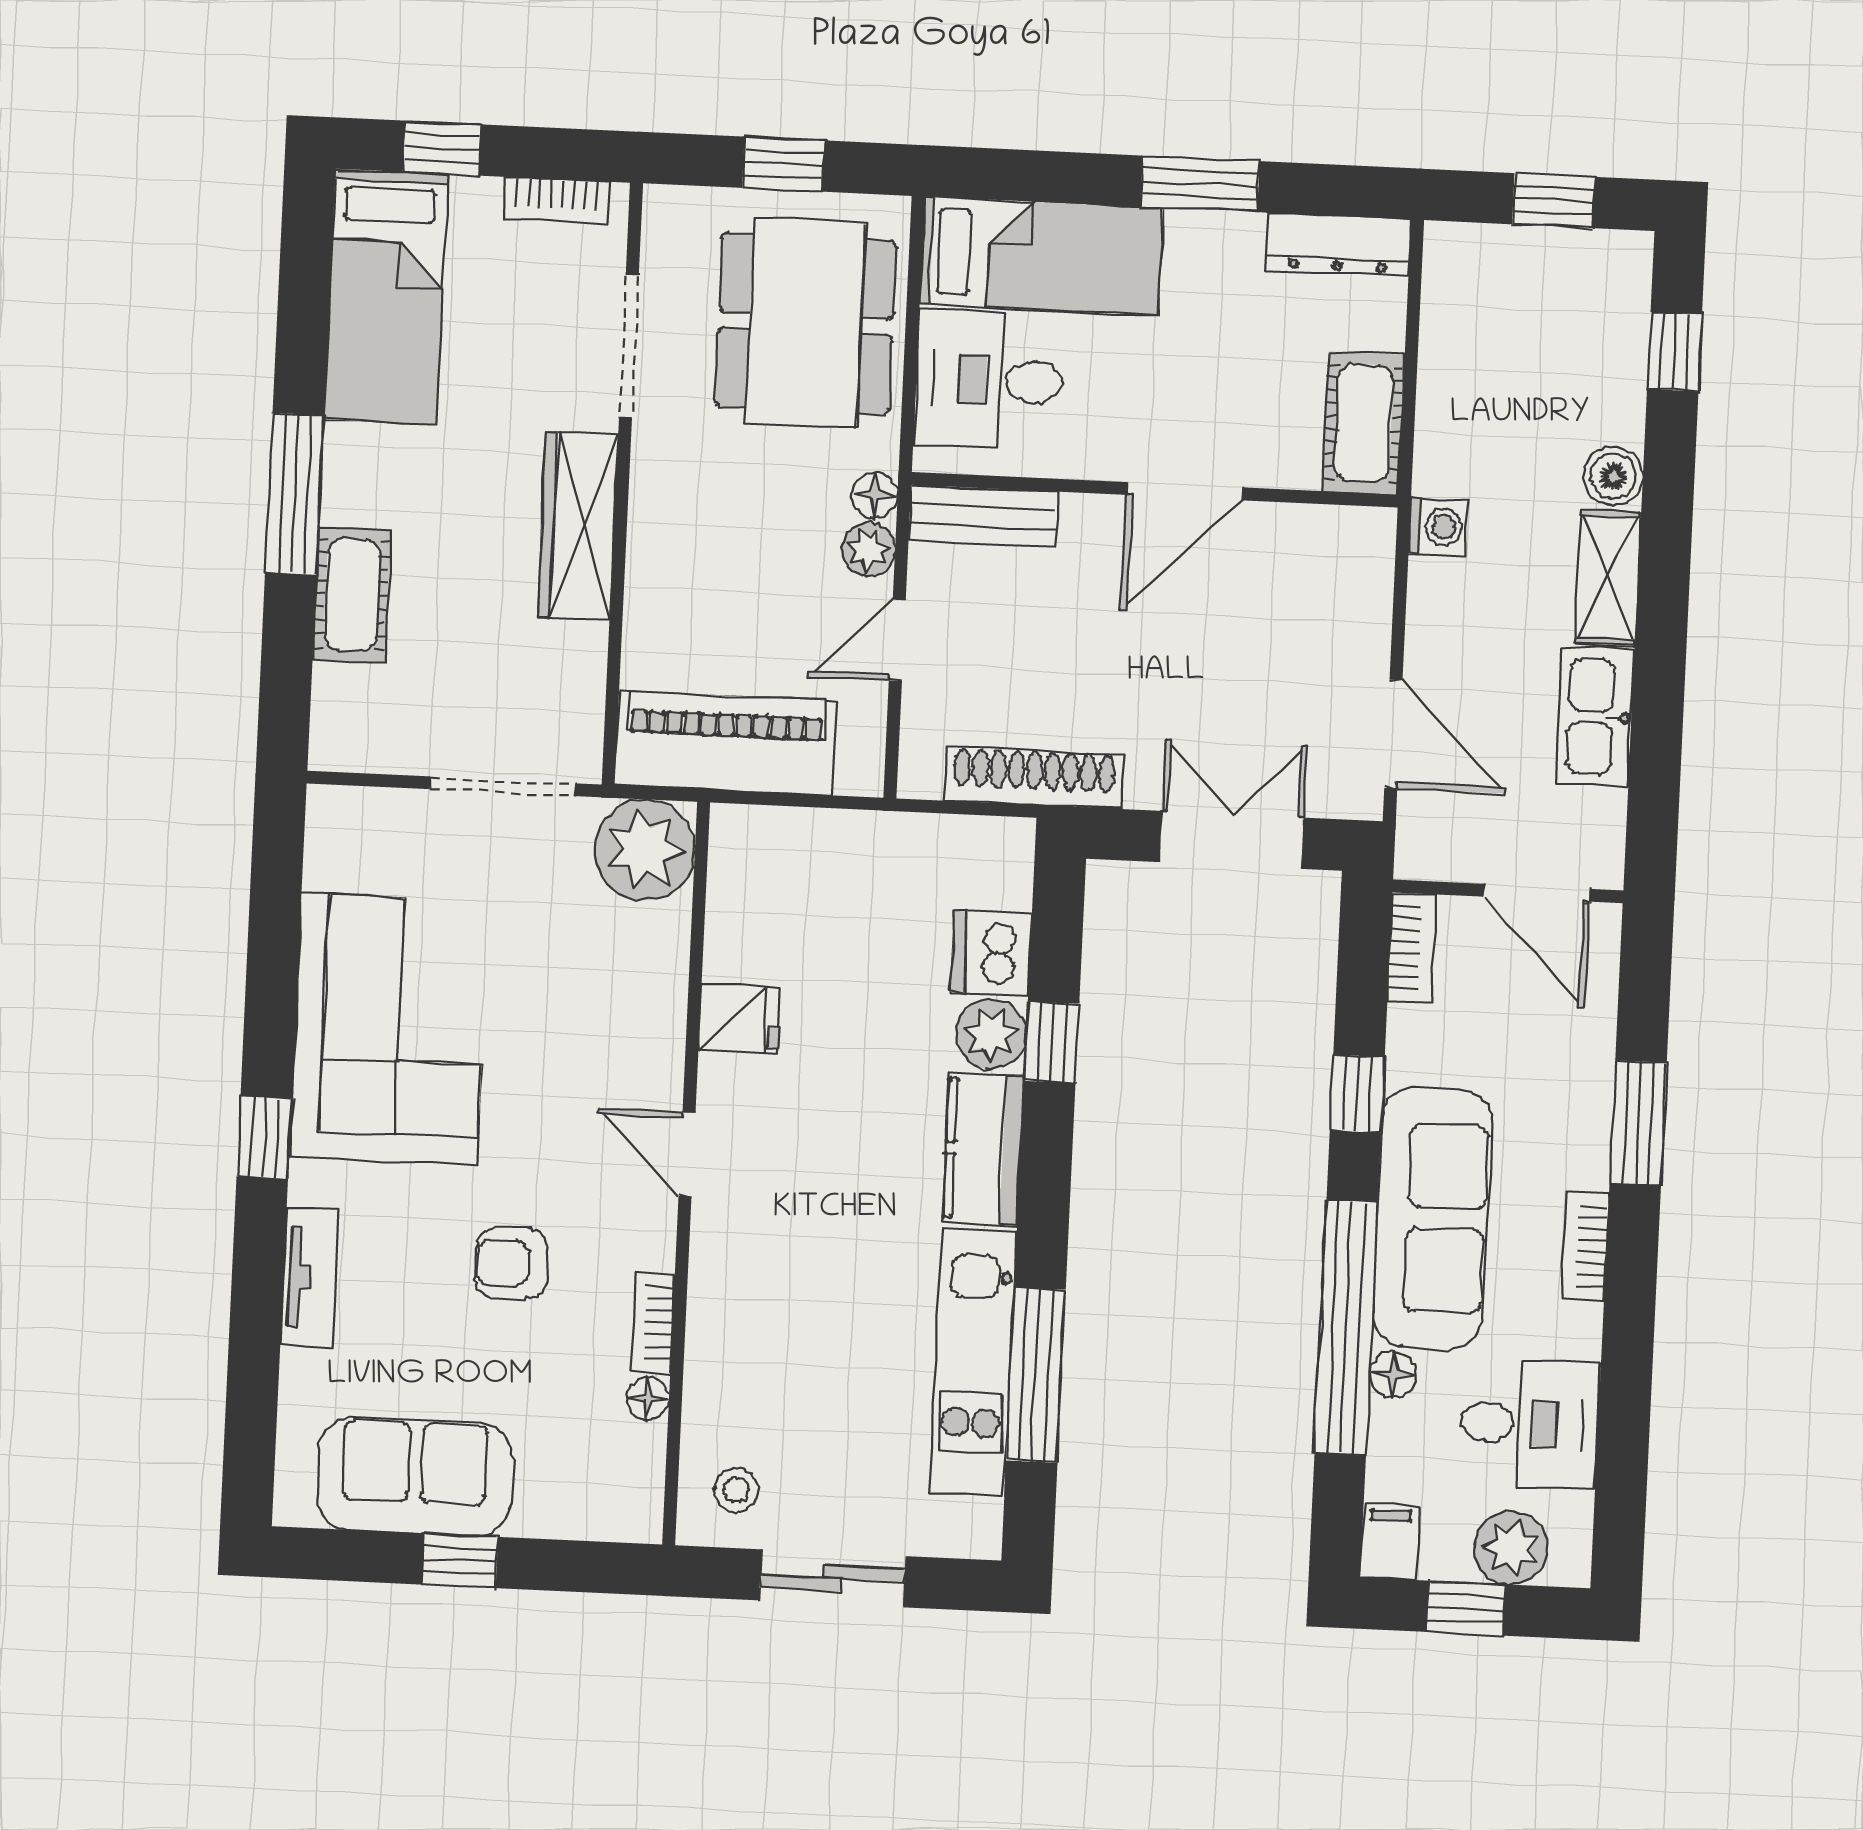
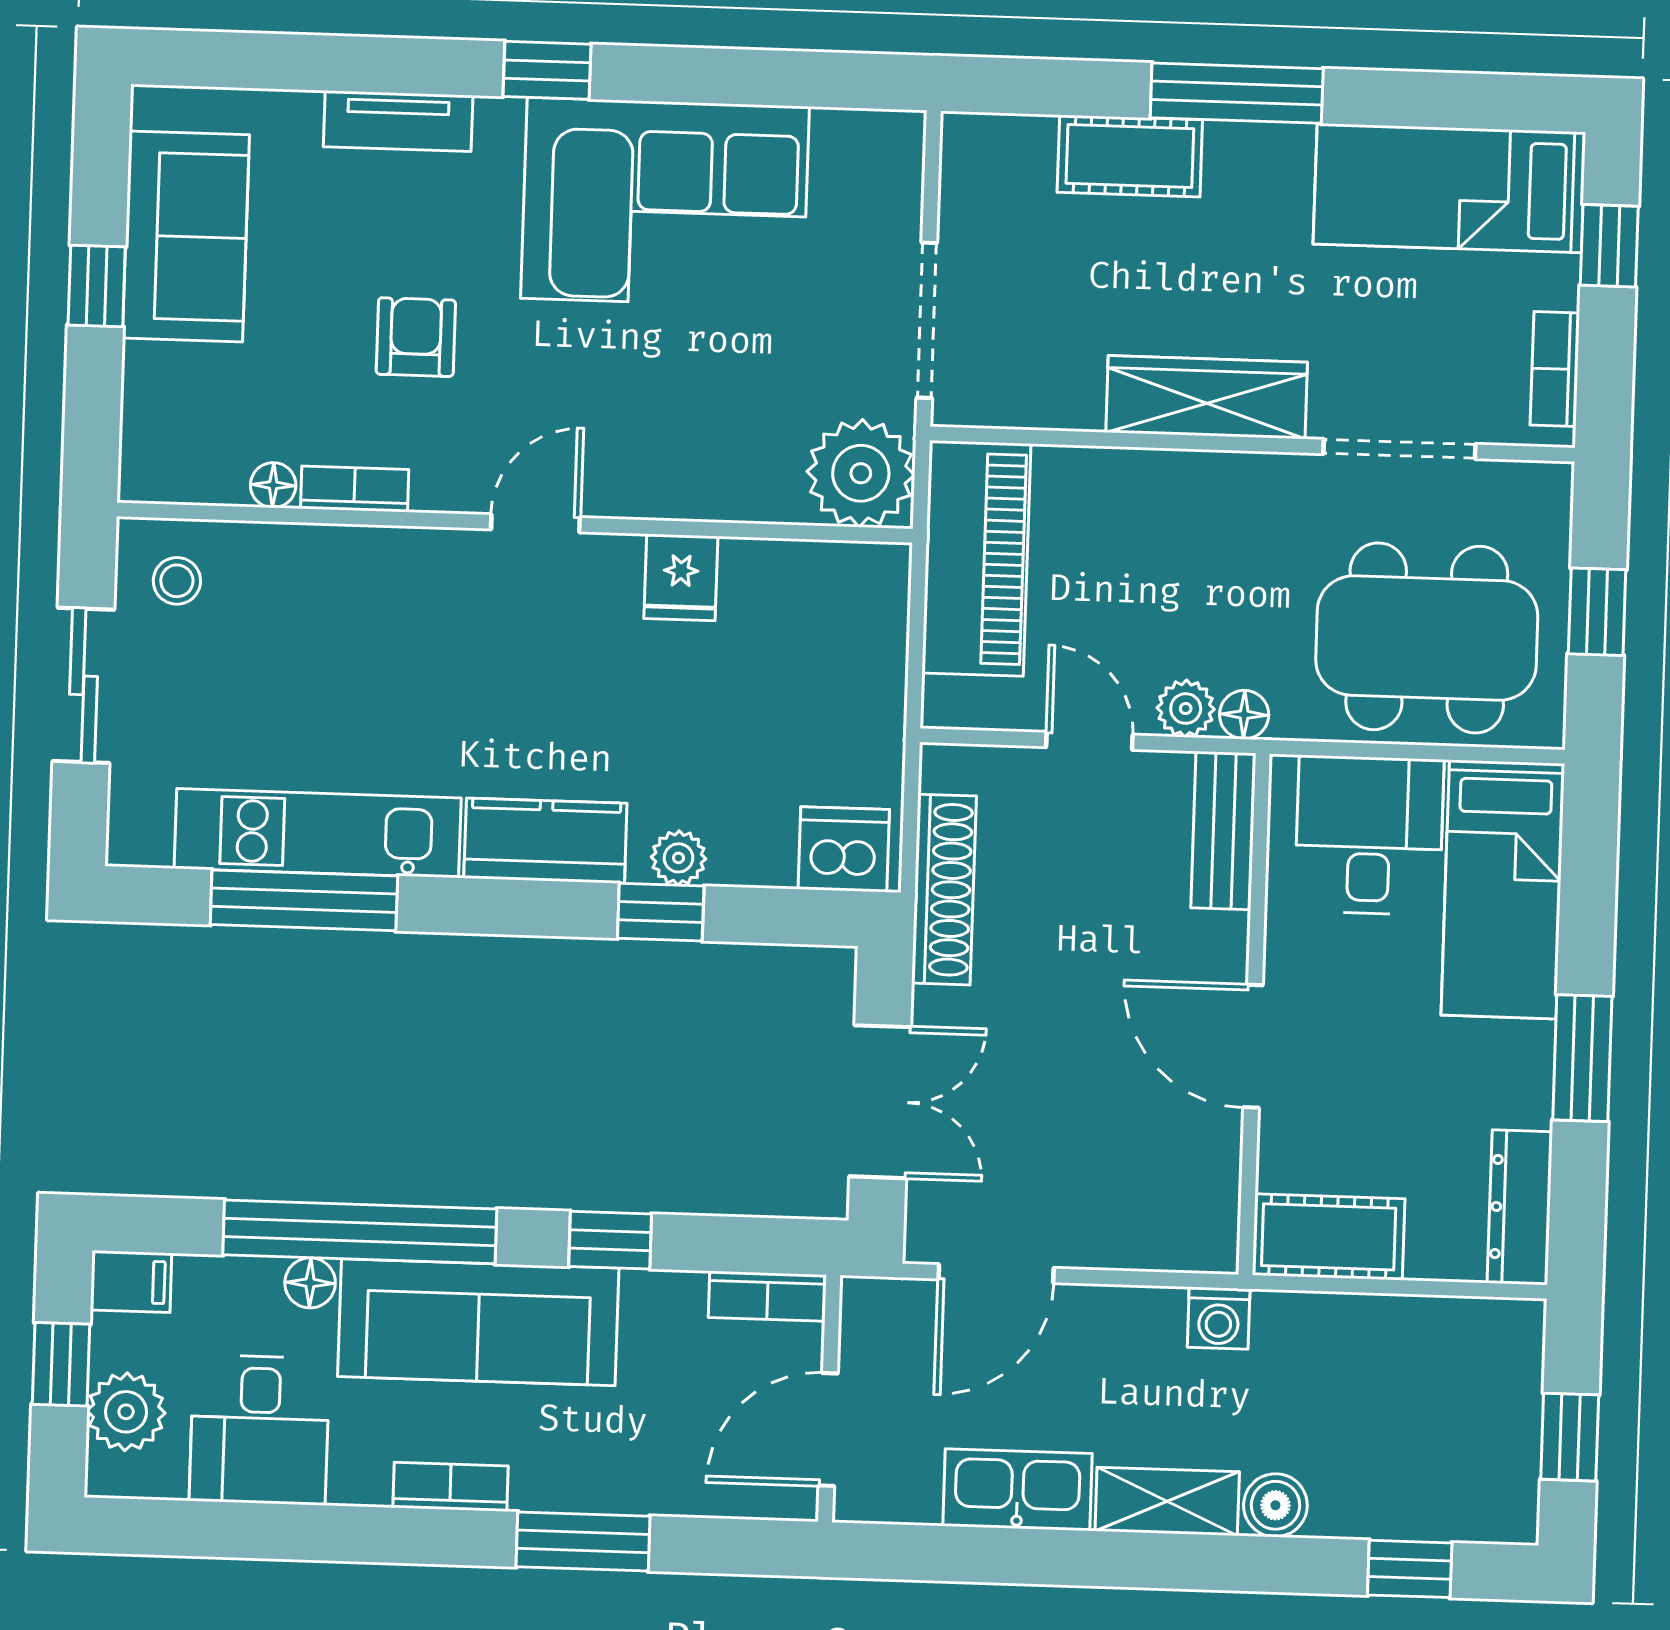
dishwasher: (991, 953) -> (844, 849), moved
plant: (991, 1034) -> (679, 858), width x0.73, depth x0.73

